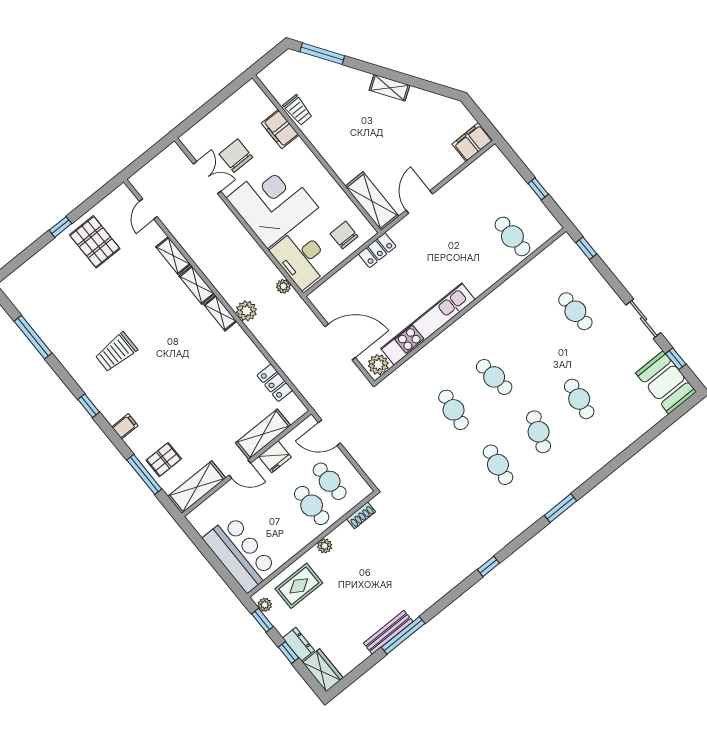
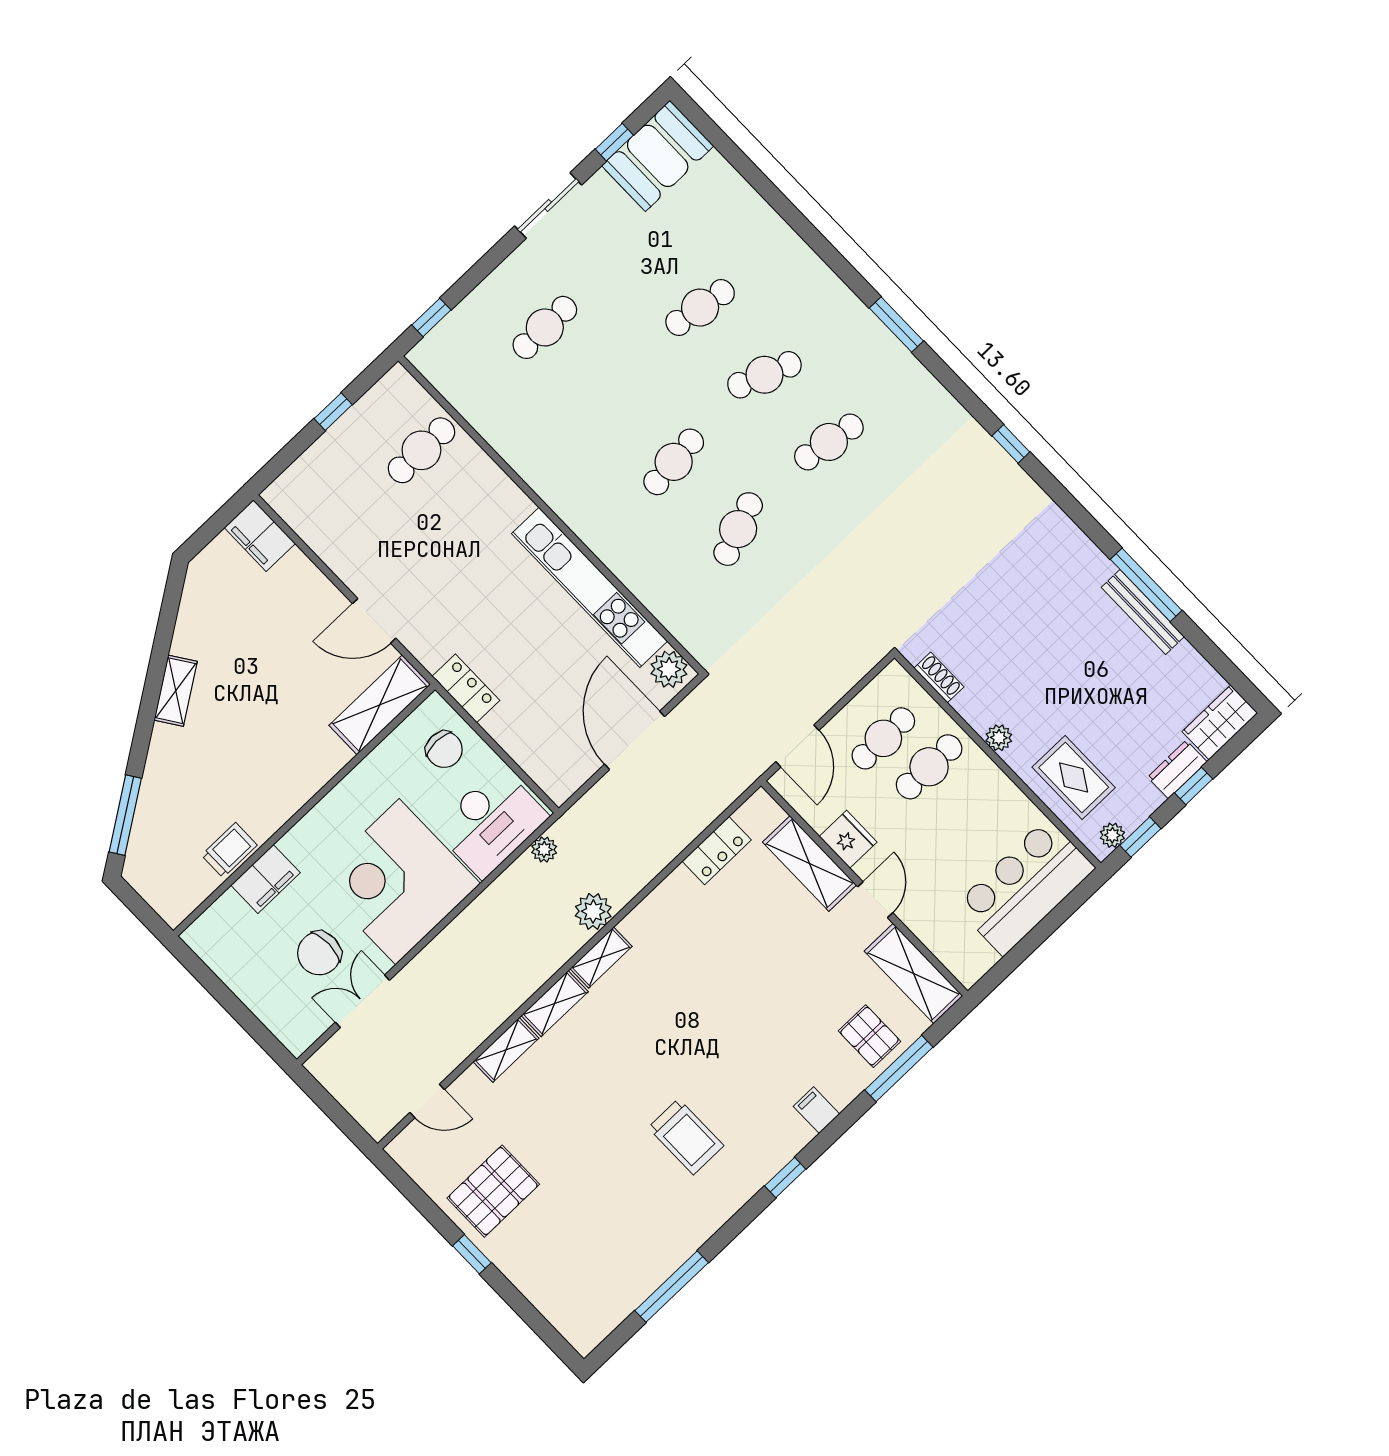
chair: (344, 235) -> (444, 749), turned -90
cafe table: (454, 410) -> (738, 529), turned -30

